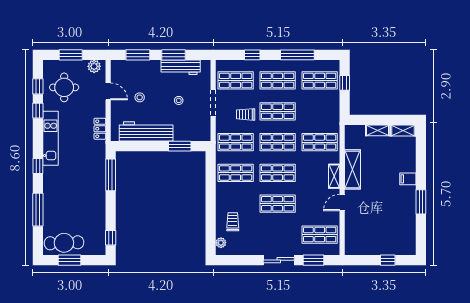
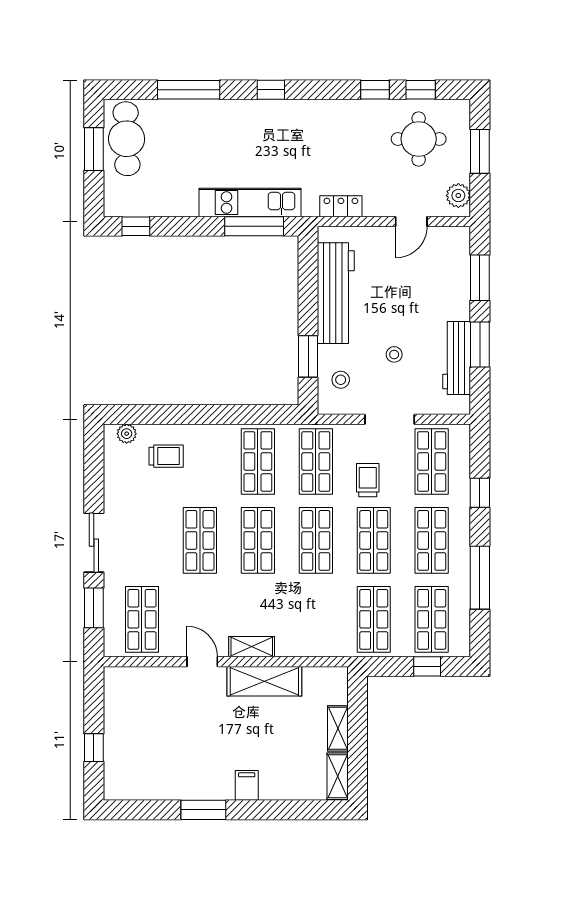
stool: (140, 97) -> (341, 380), moved
kitchen unit: (51, 138) -> (250, 202), moved, turned 180
shop shelf: (320, 142) -> (374, 619), moved

